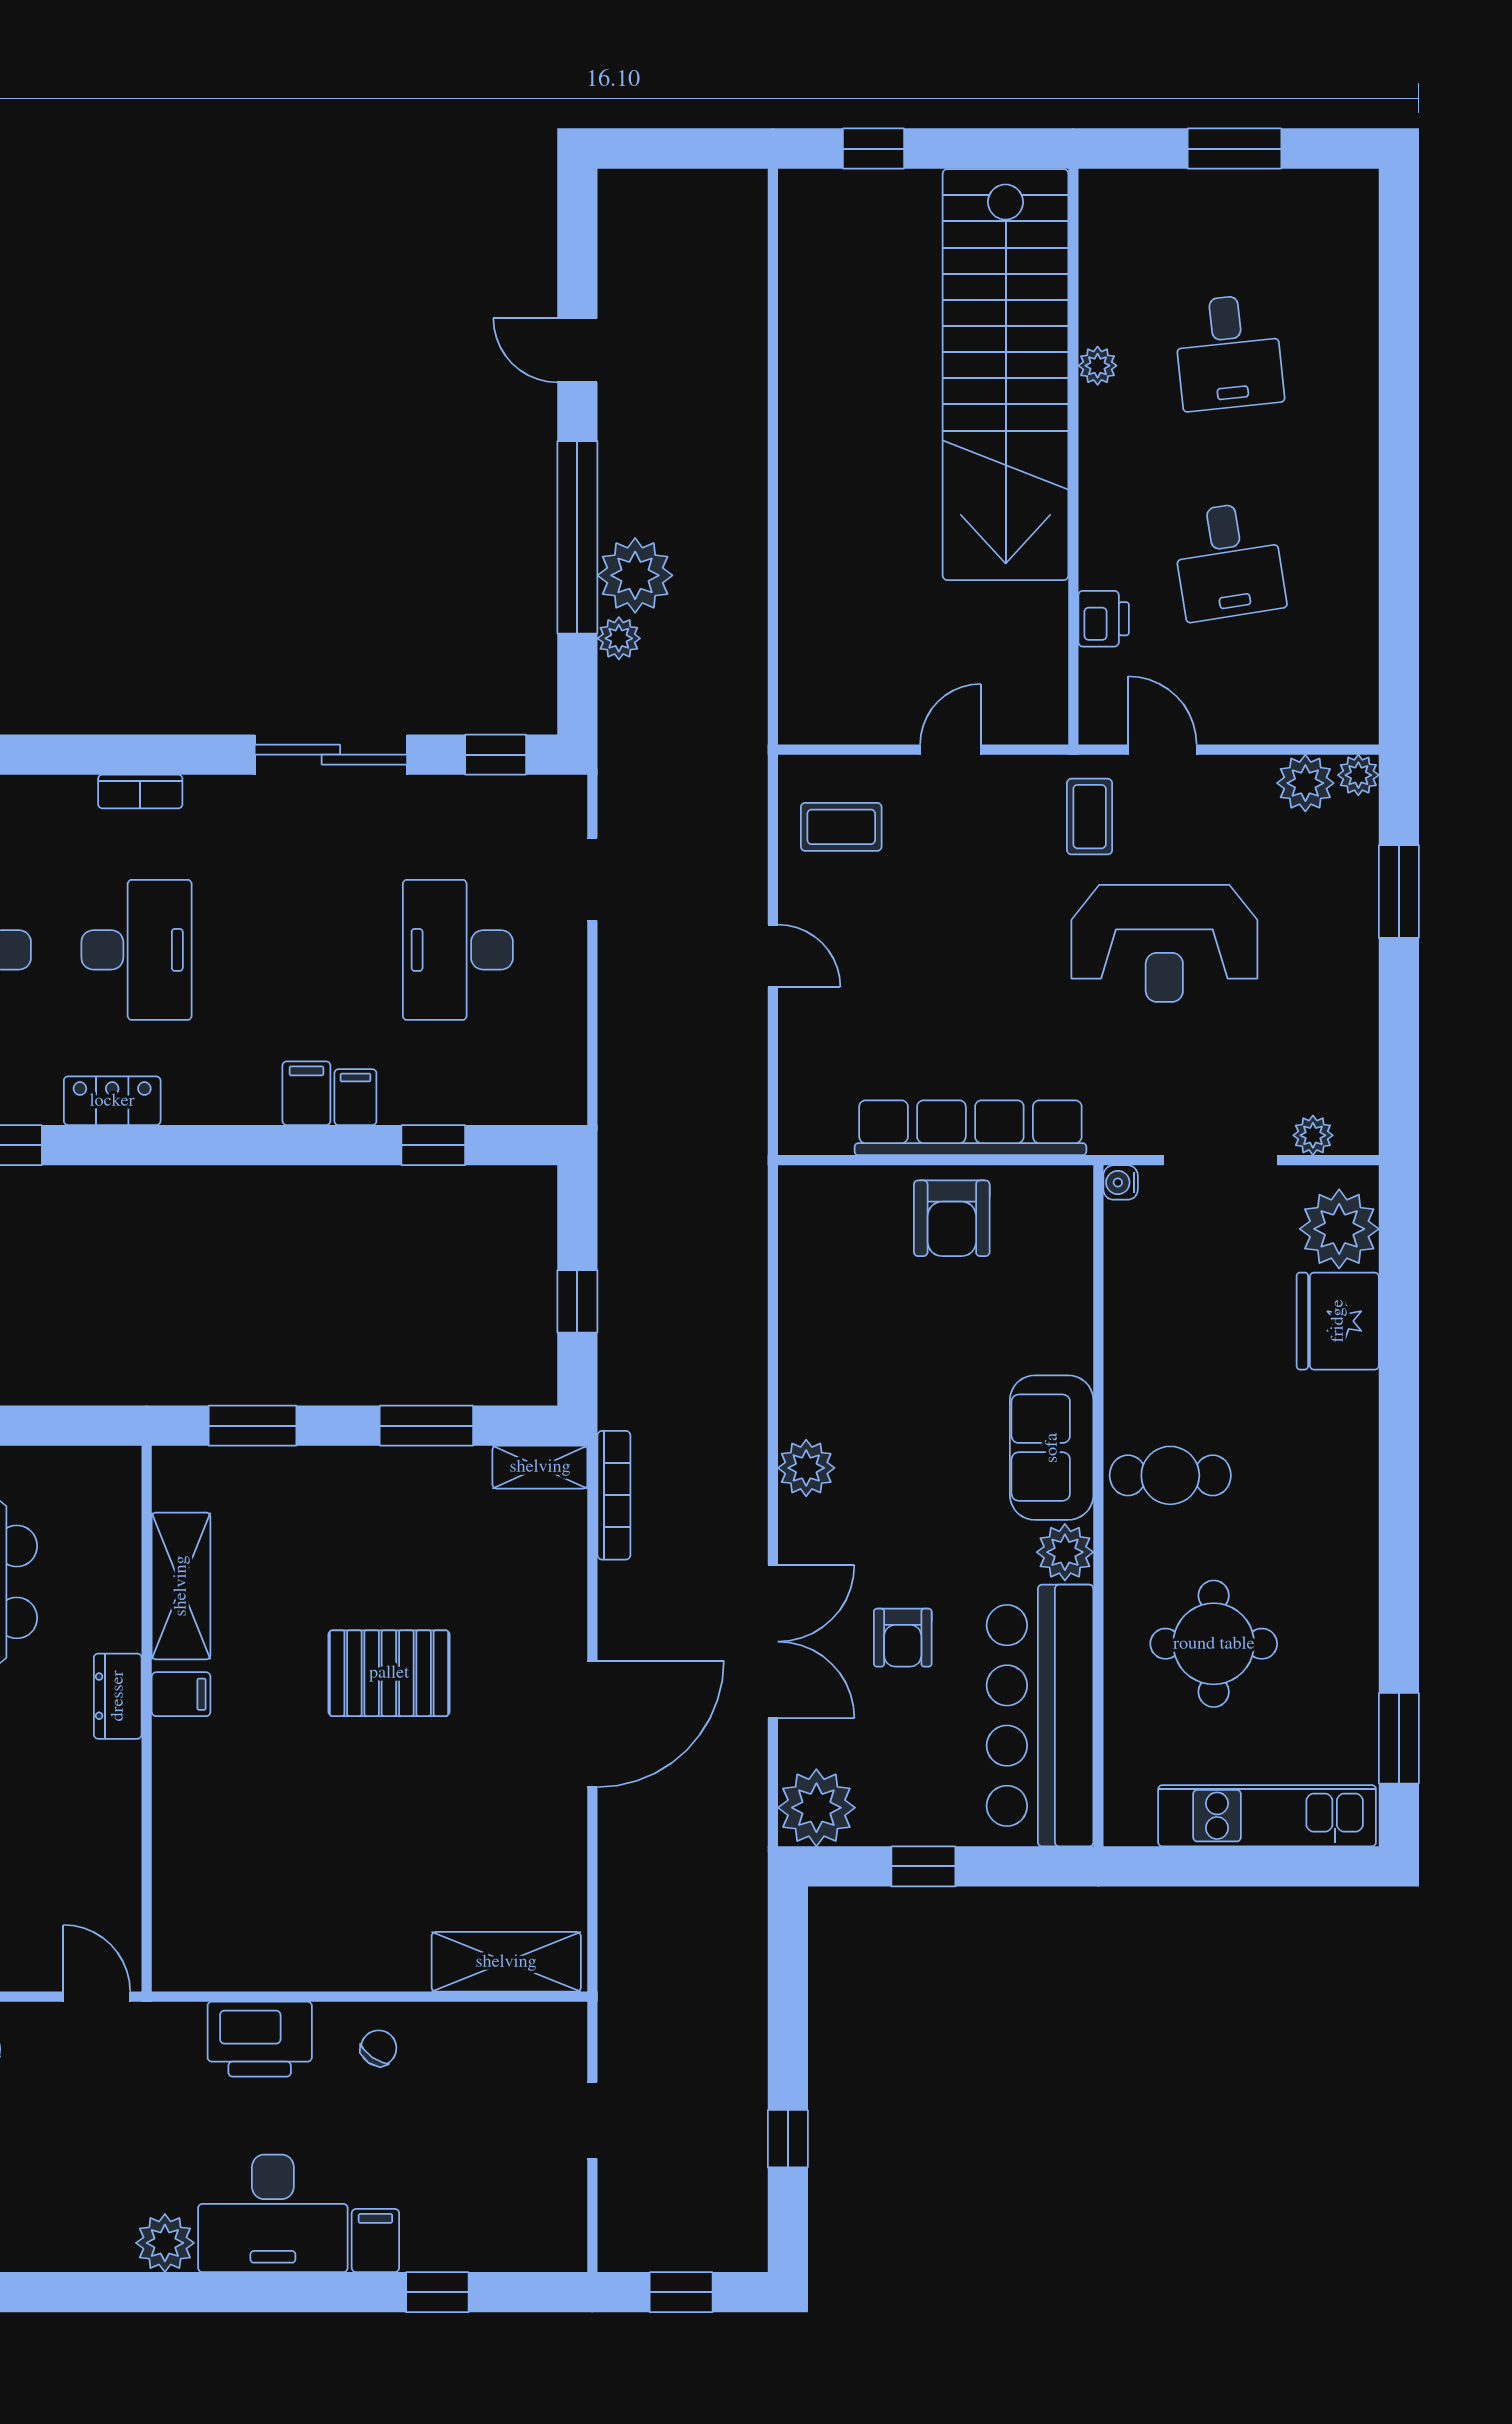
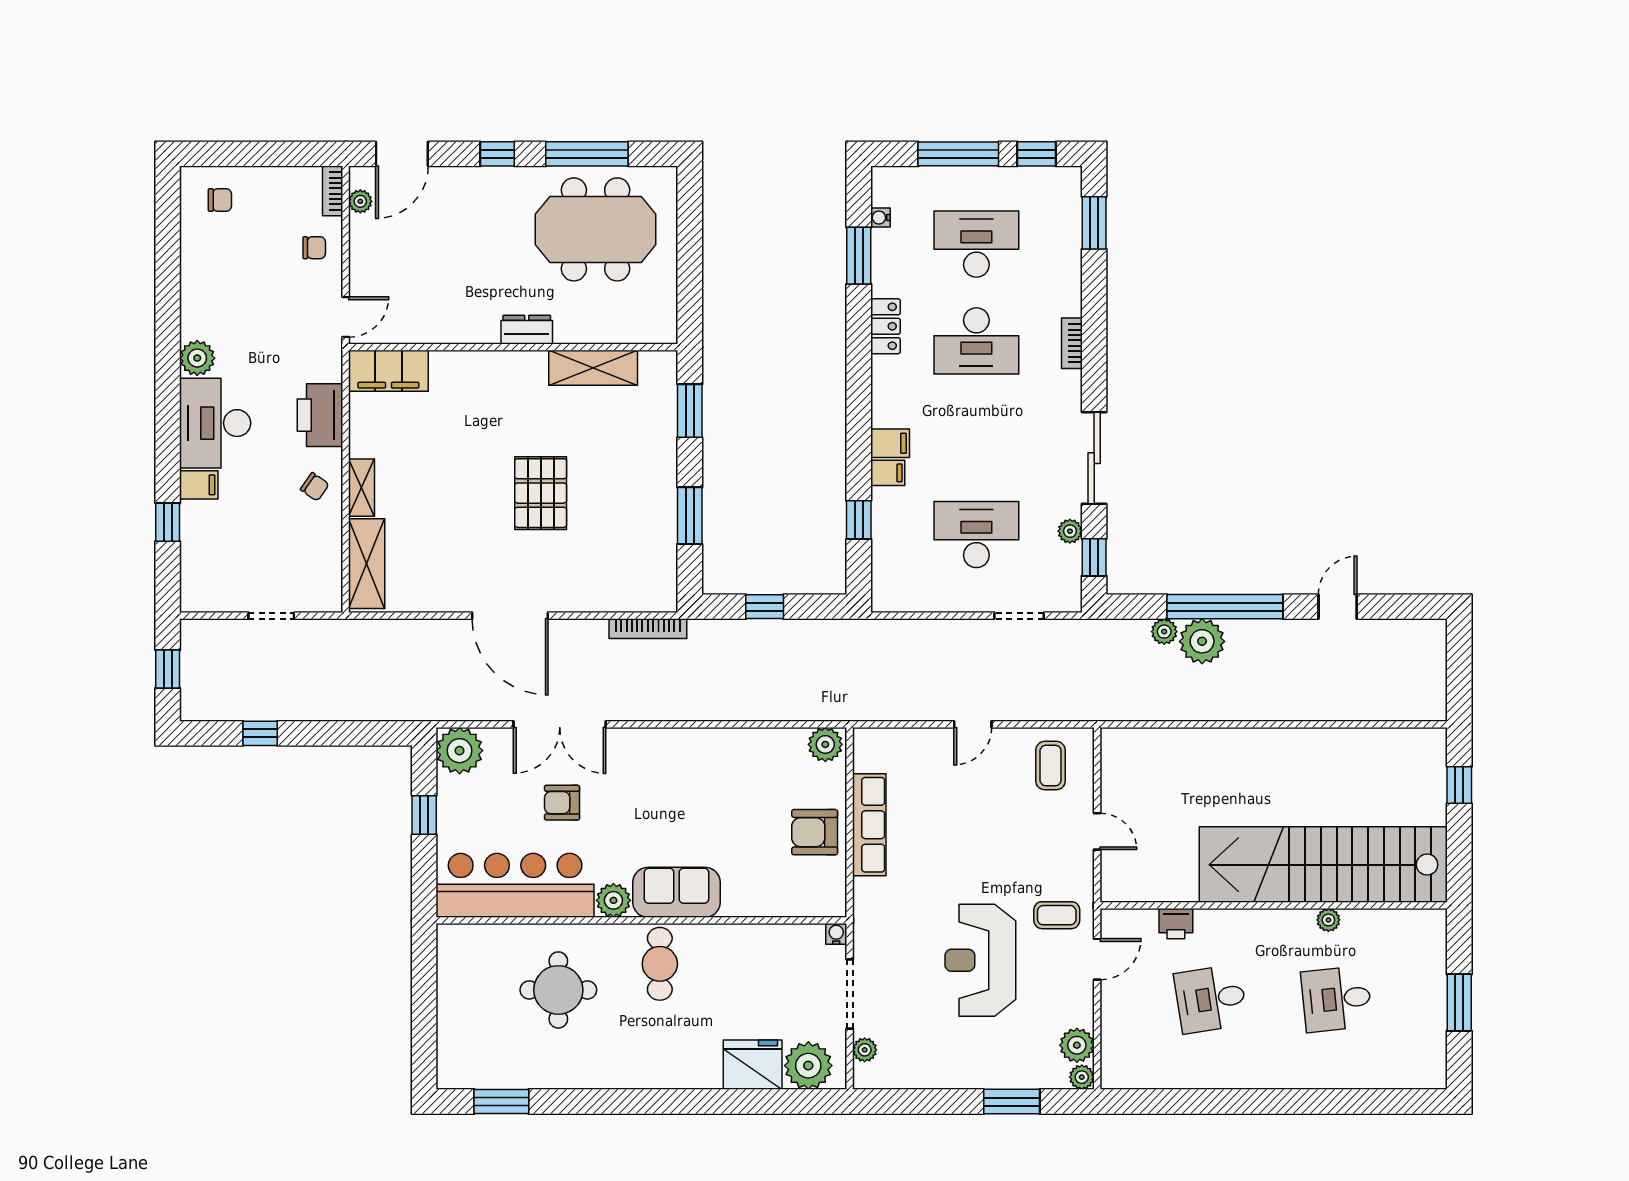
plant: (452, 795) -> (1070, 531), added
row of seats: (970, 1128) -> (869, 825), width x0.73
shelving: (540, 1467) -> (362, 488), moved
plant: (806, 1468) -> (825, 744), moved
filing cabinet: (181, 1694) -> (388, 371), moved, width x3.00, depth x1.17
kitchen unit: (1267, 1816) -> (455, 1022), removed

